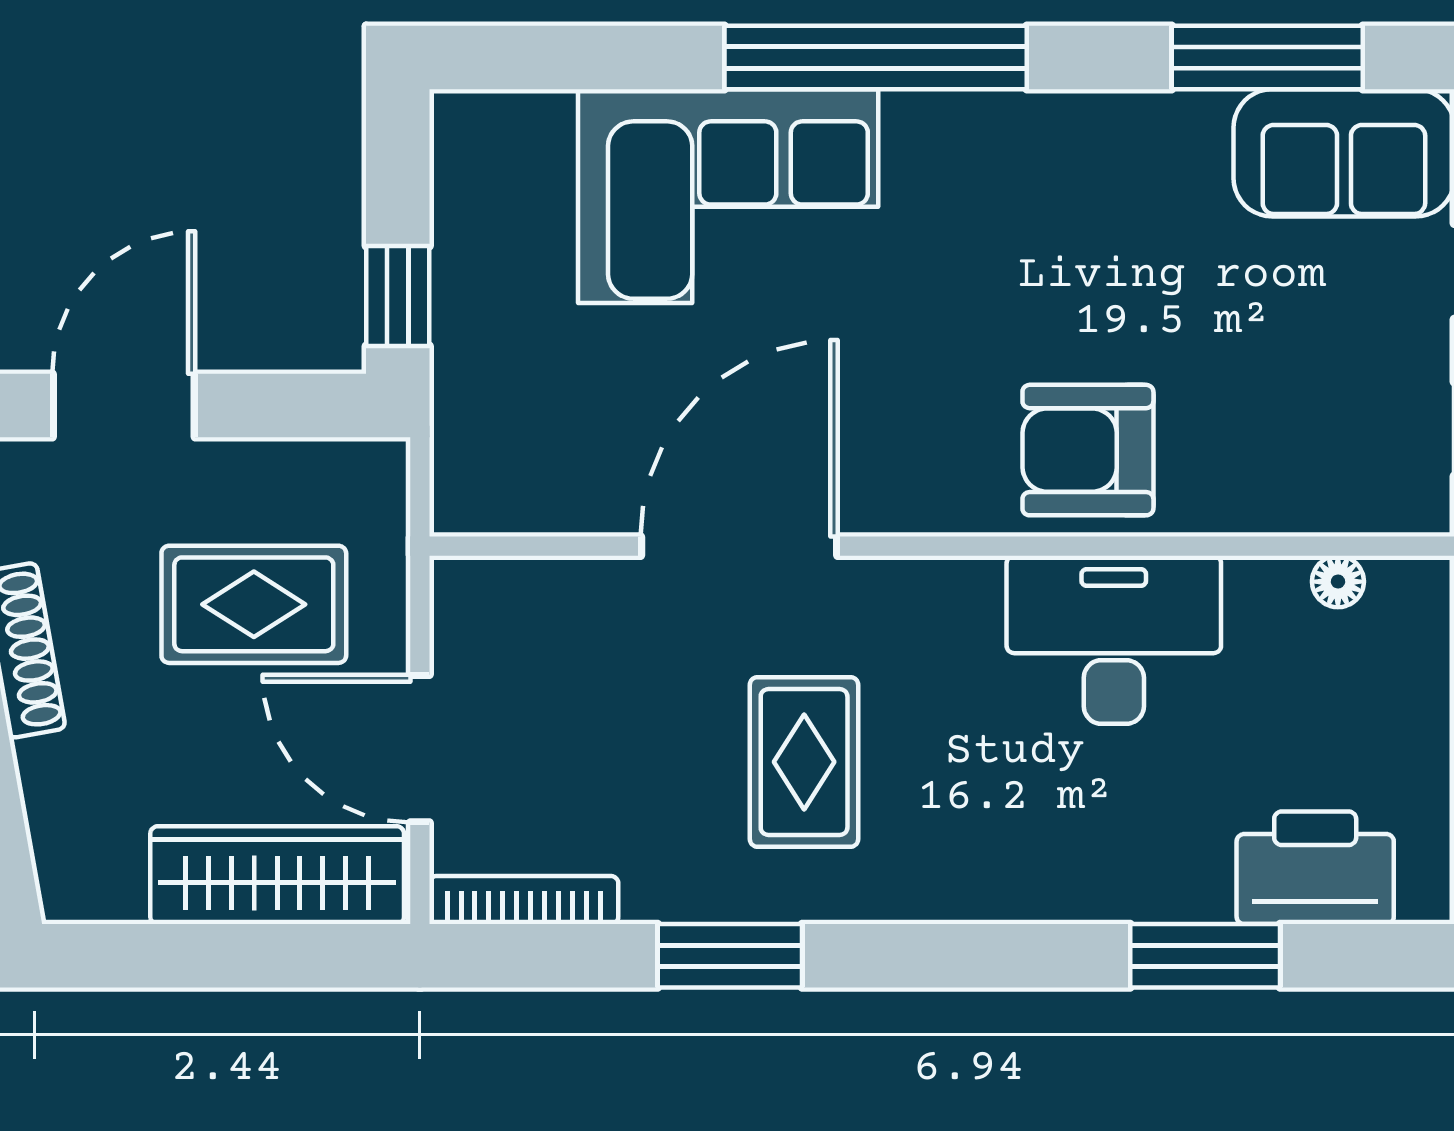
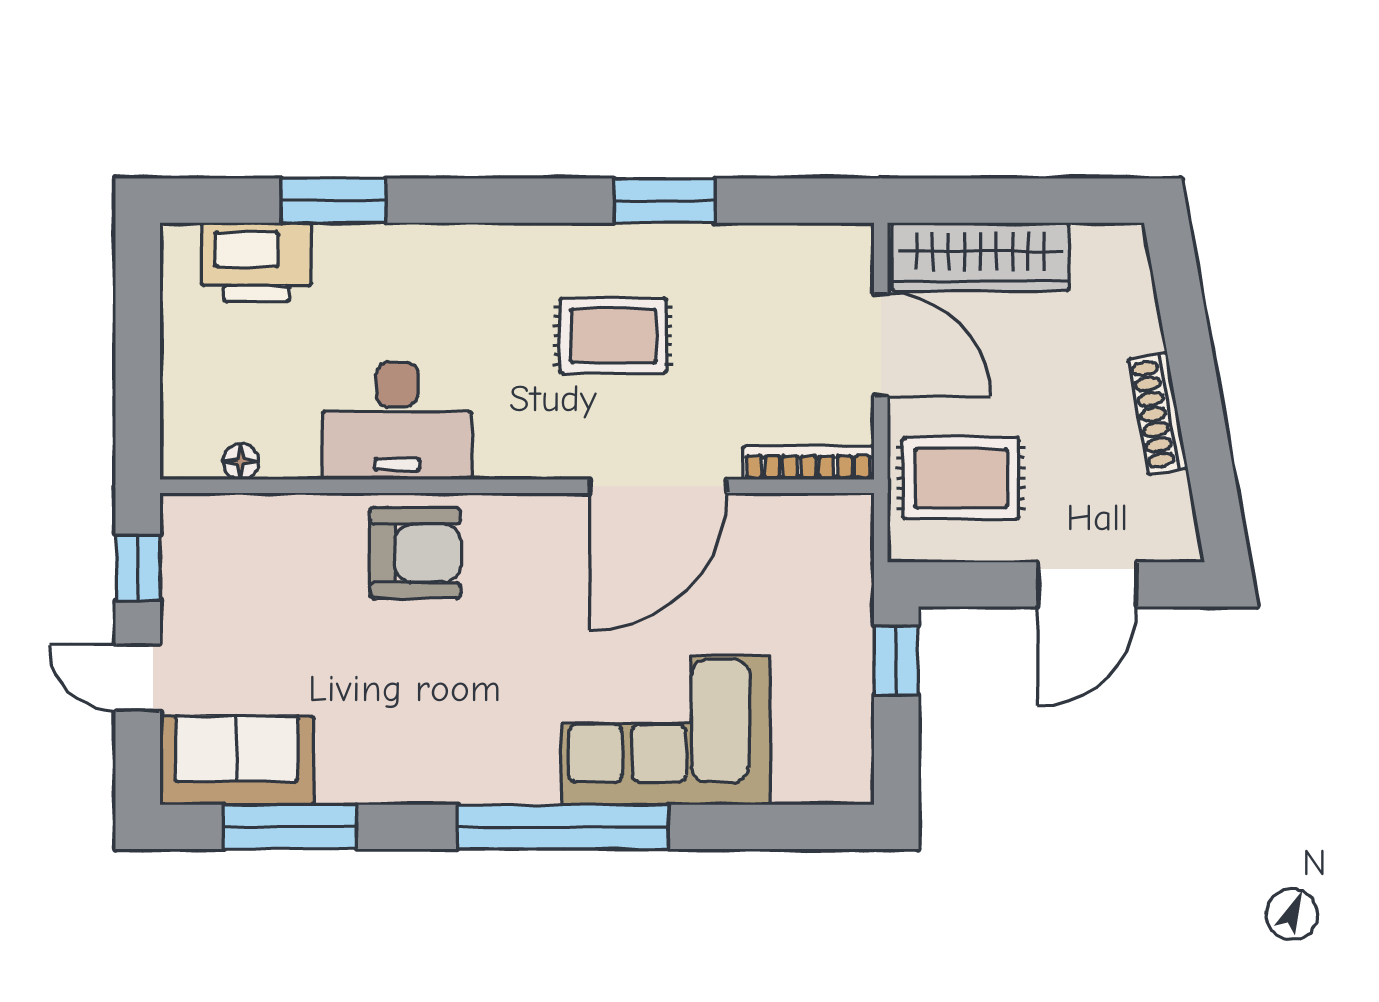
rug: (254, 604) -> (961, 478), moved
rug: (804, 762) -> (613, 336), turned 90
bookcase: (524, 900) -> (808, 463), moved, turned 180

